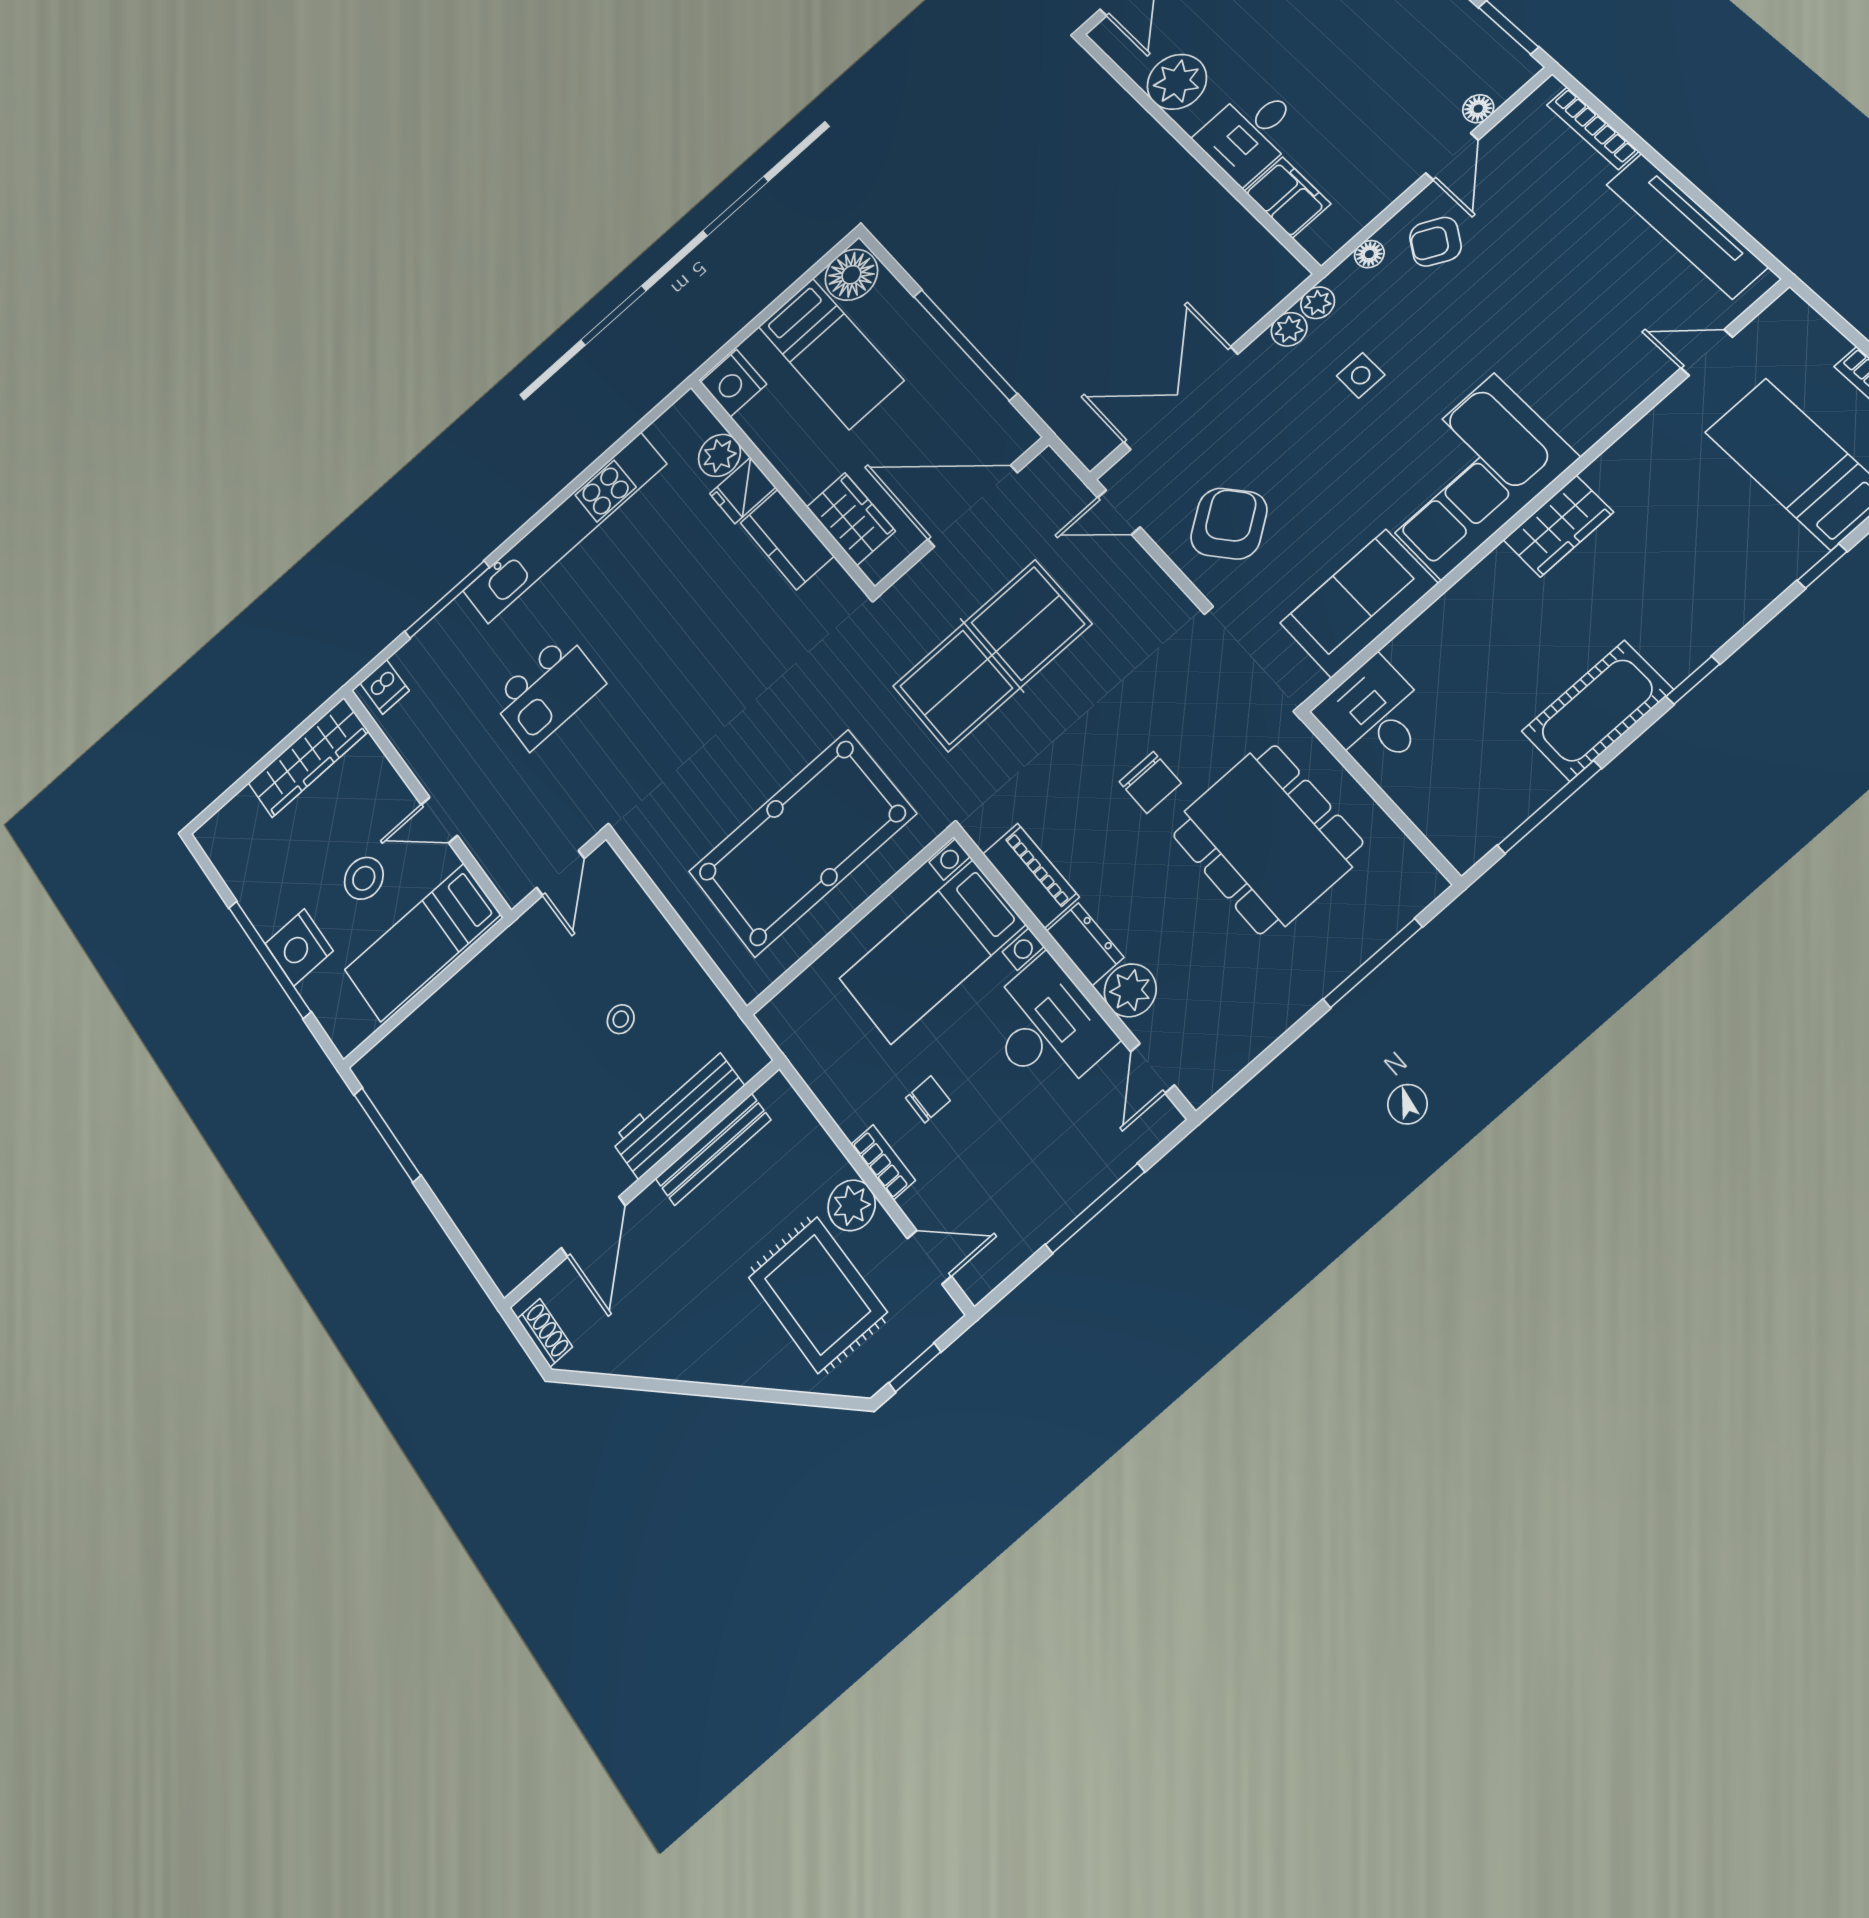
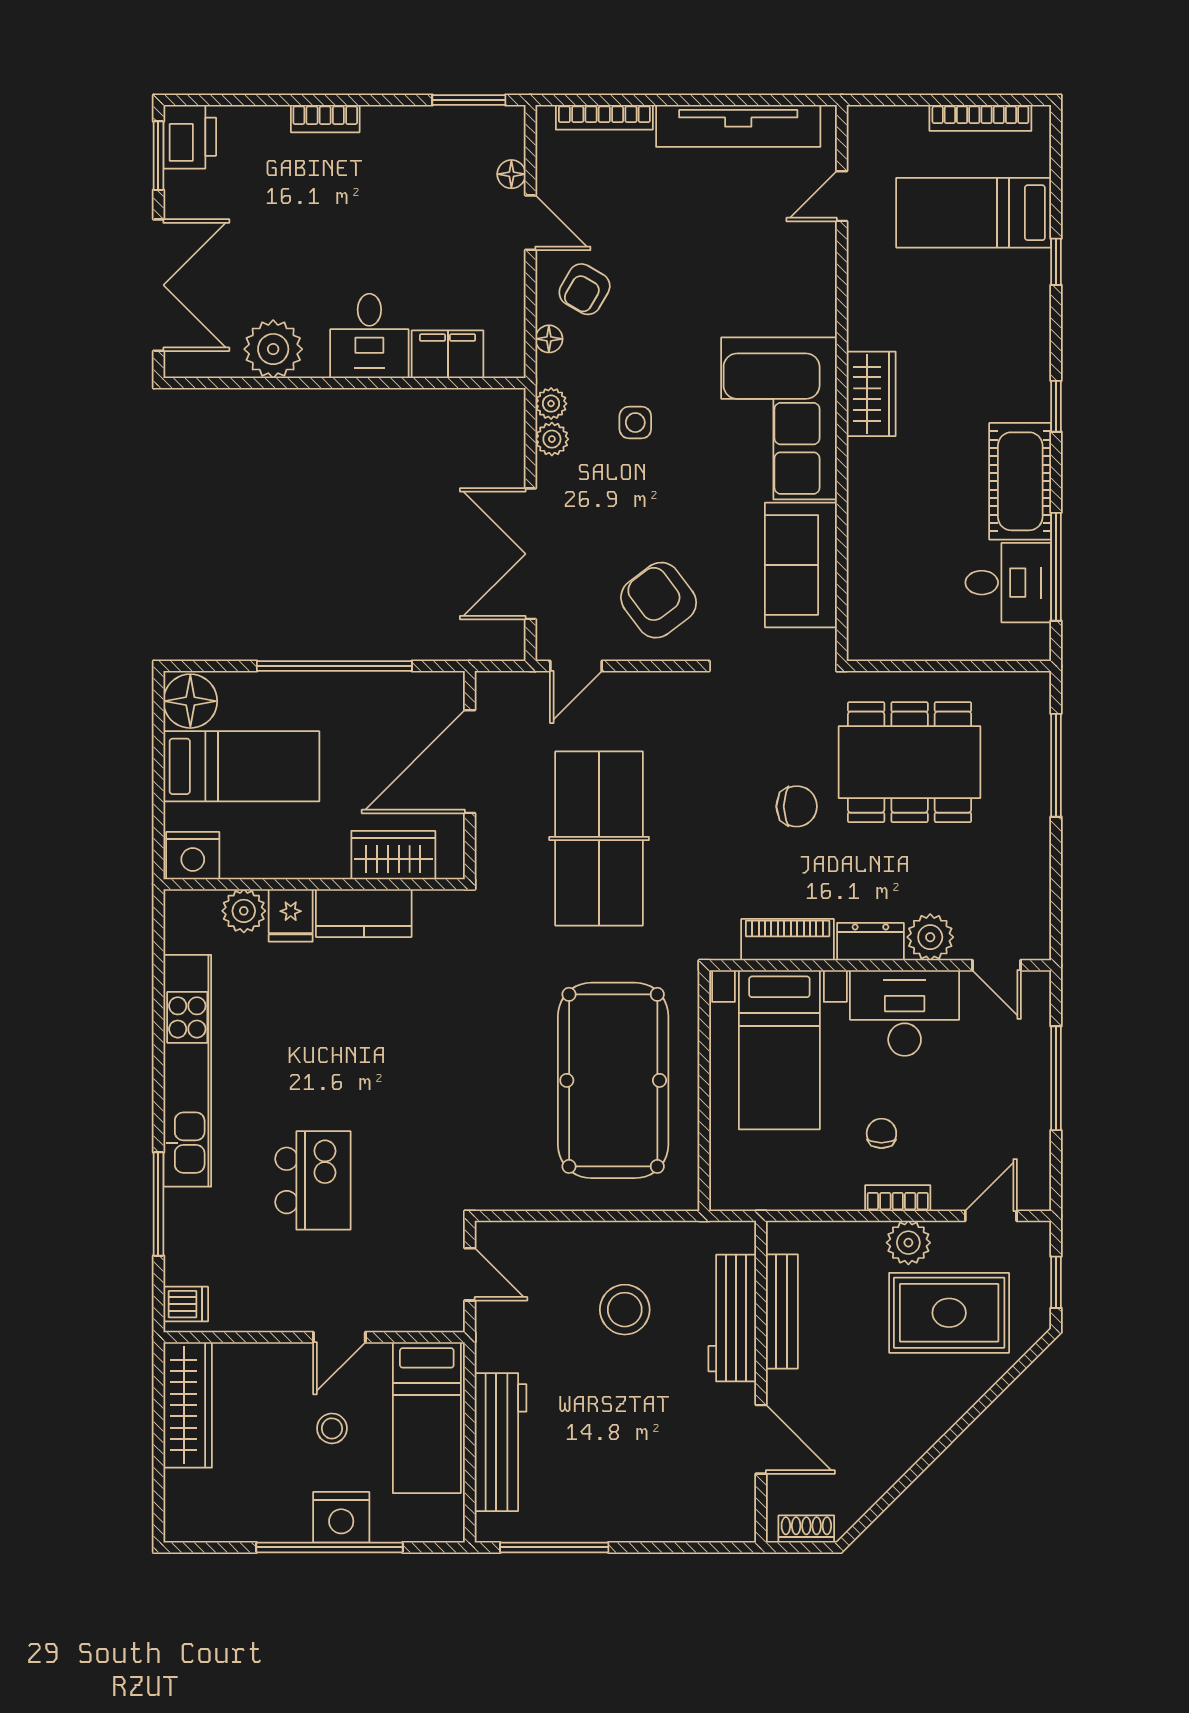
desk: (1375, 715) -> (1008, 583), moved, turned 180
stool: (364, 878) -> (332, 1428), width x0.73, depth x0.73
workbench: (443, 1017) -> (501, 1442), added
stool: (621, 1019) -> (625, 1310), width x1.89, depth x1.89

